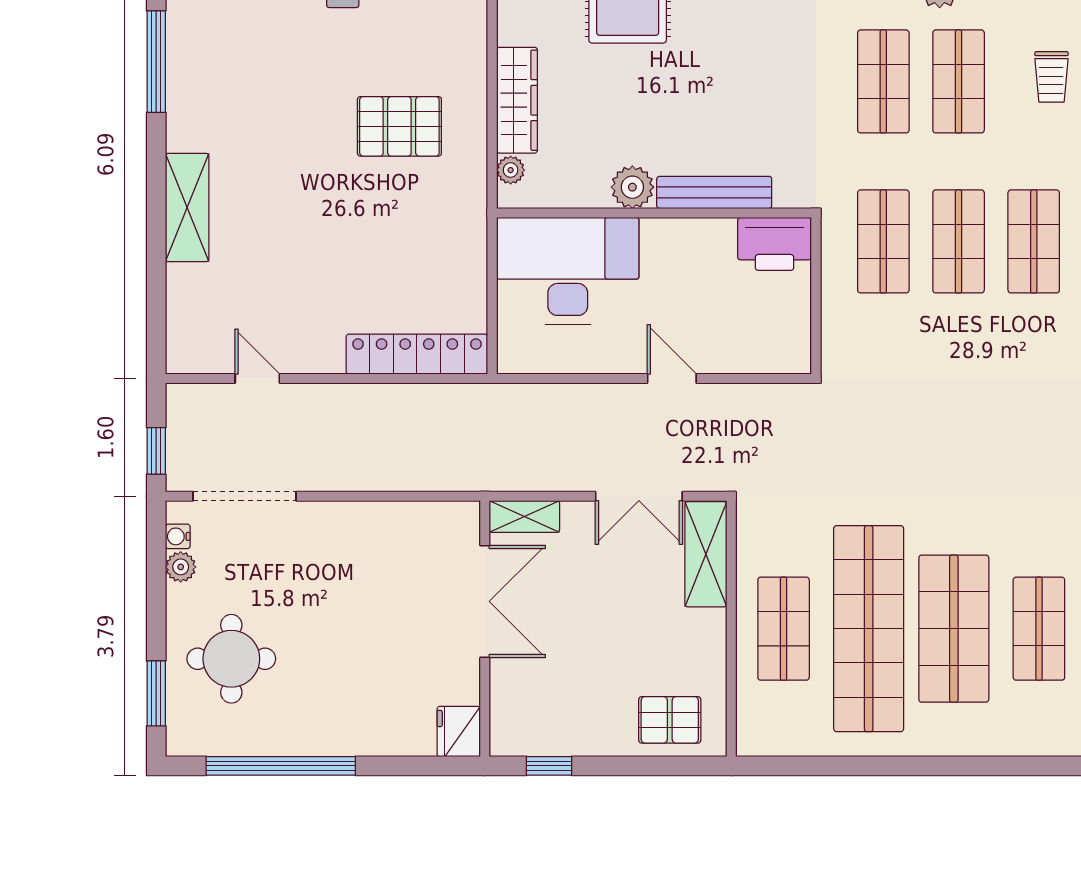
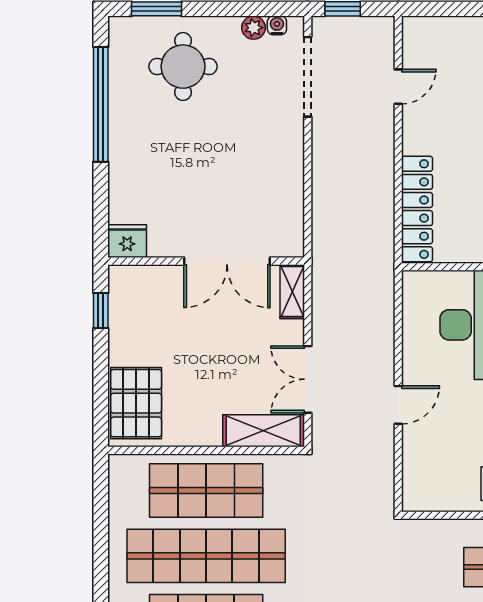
shop shelf: (784, 629) -> (206, 491), width x1.43, depth x1.36
pallet: (670, 720) -> (136, 403), width x1.50, depth x1.42

